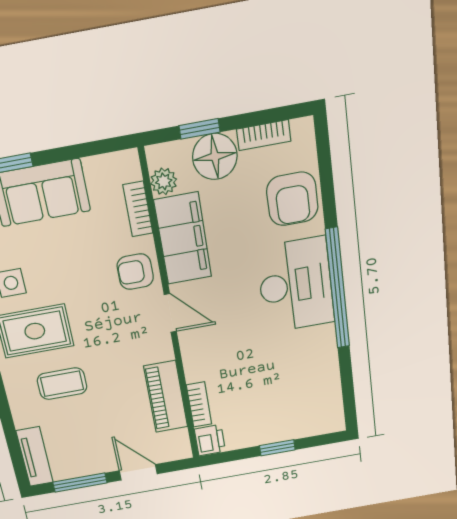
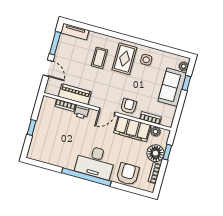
armchair: (292, 199) -> (128, 174), turned 90
printer: (210, 440) -> (81, 112), moved
door: (138, 472) -> (48, 68), hinge flipped

